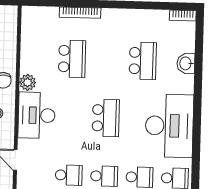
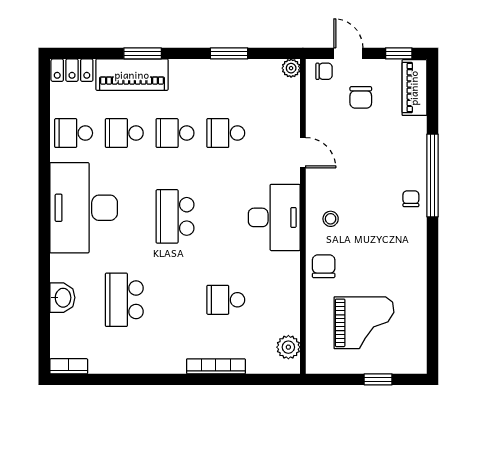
school desk: (72, 59) -> (226, 300), width x0.54
plant: (28, 82) -> (288, 347), moved

